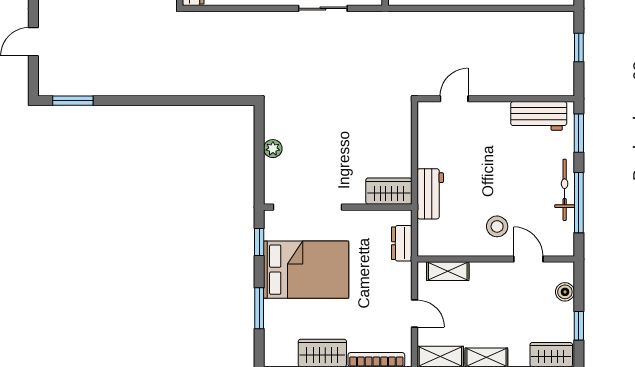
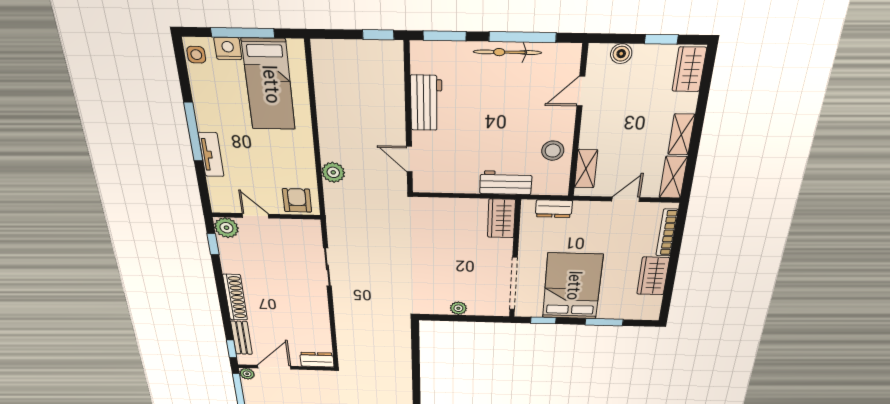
plant: (438, 23) -> (333, 172), added
window: (579, 47) -> (378, 35), moved
workbench: (539, 116) -> (426, 103), moved
stool: (497, 226) -> (553, 151), moved

